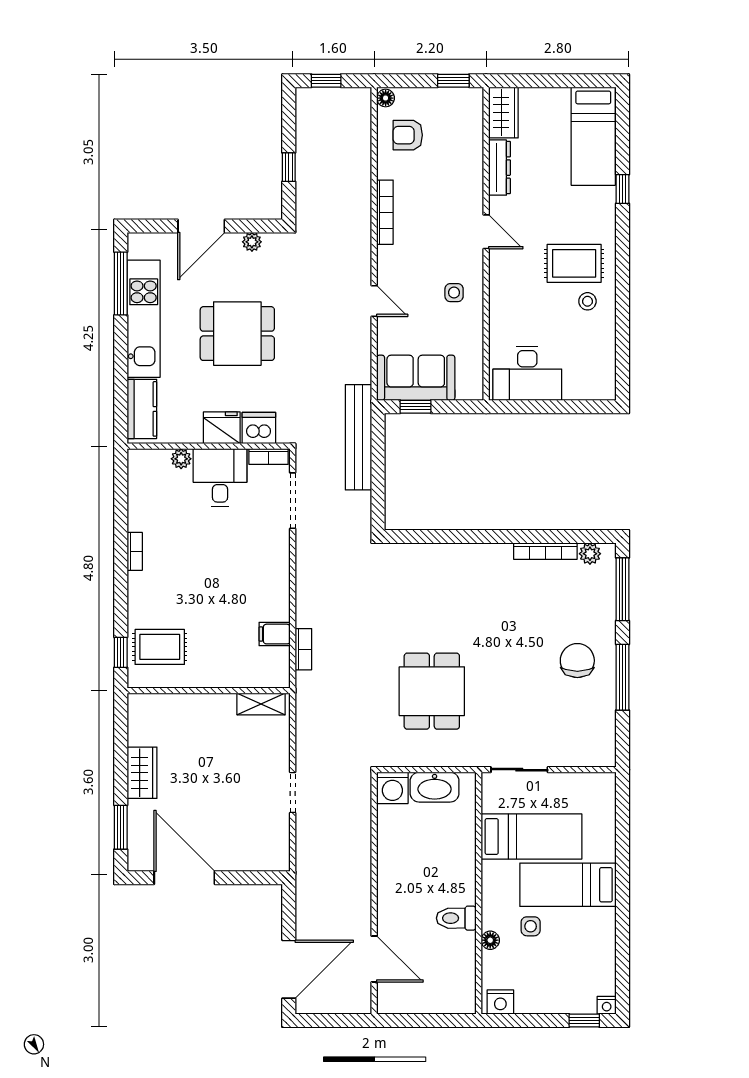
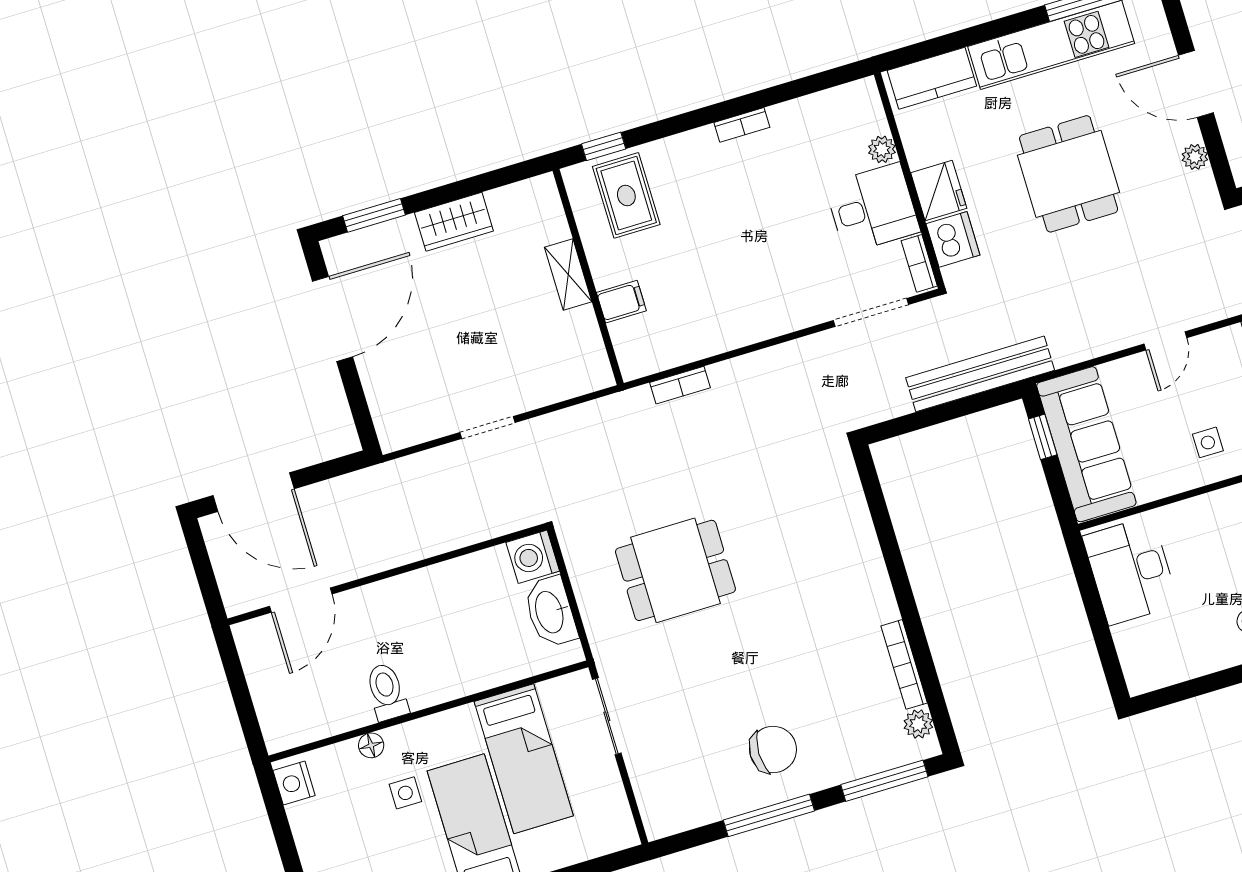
sofa: (416, 378) -> (1086, 444), width x1.36
filing cabinet: (275, 634) -> (621, 302), moved, turned 90
shelving: (261, 704) -> (568, 274), moved

